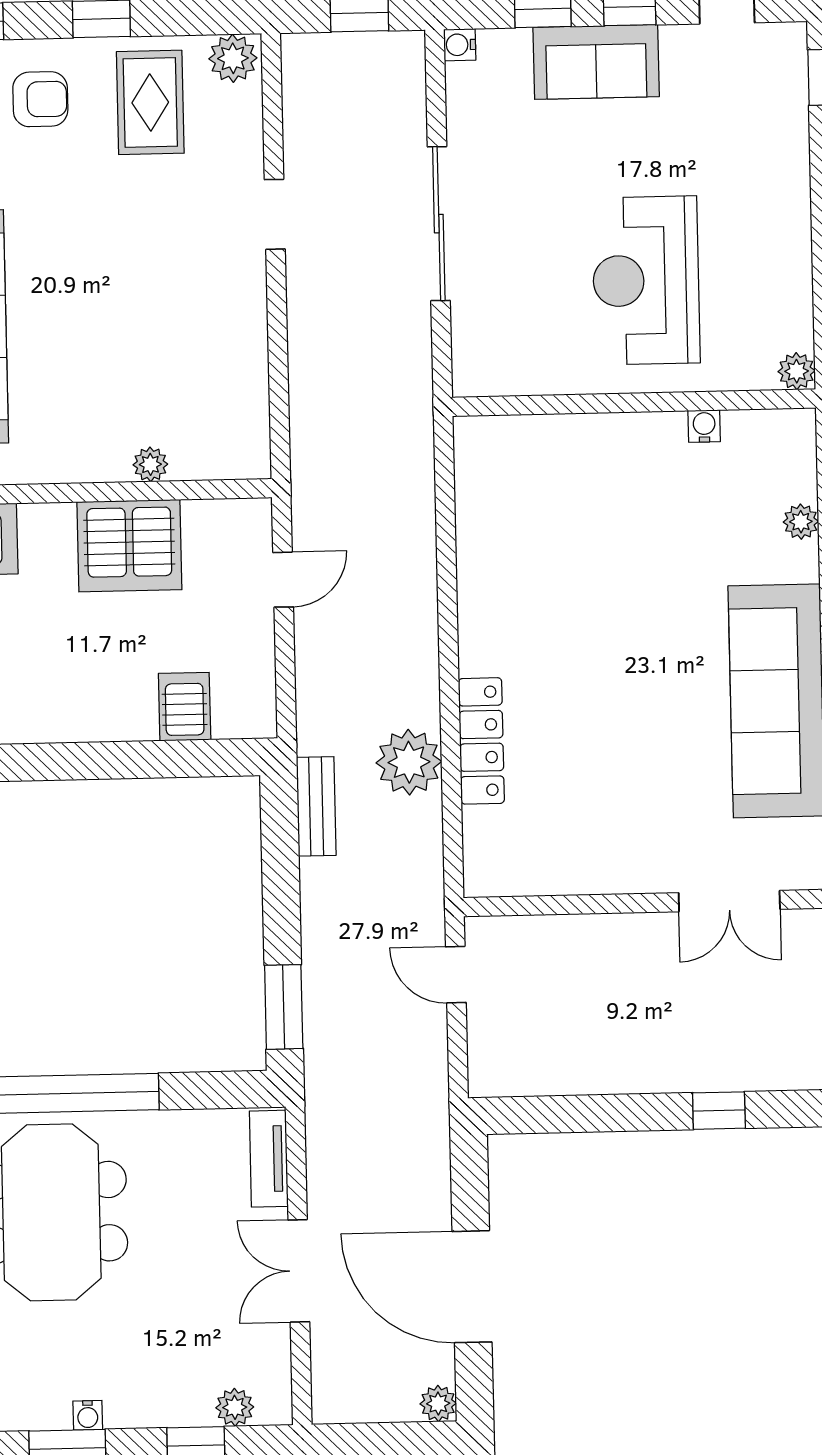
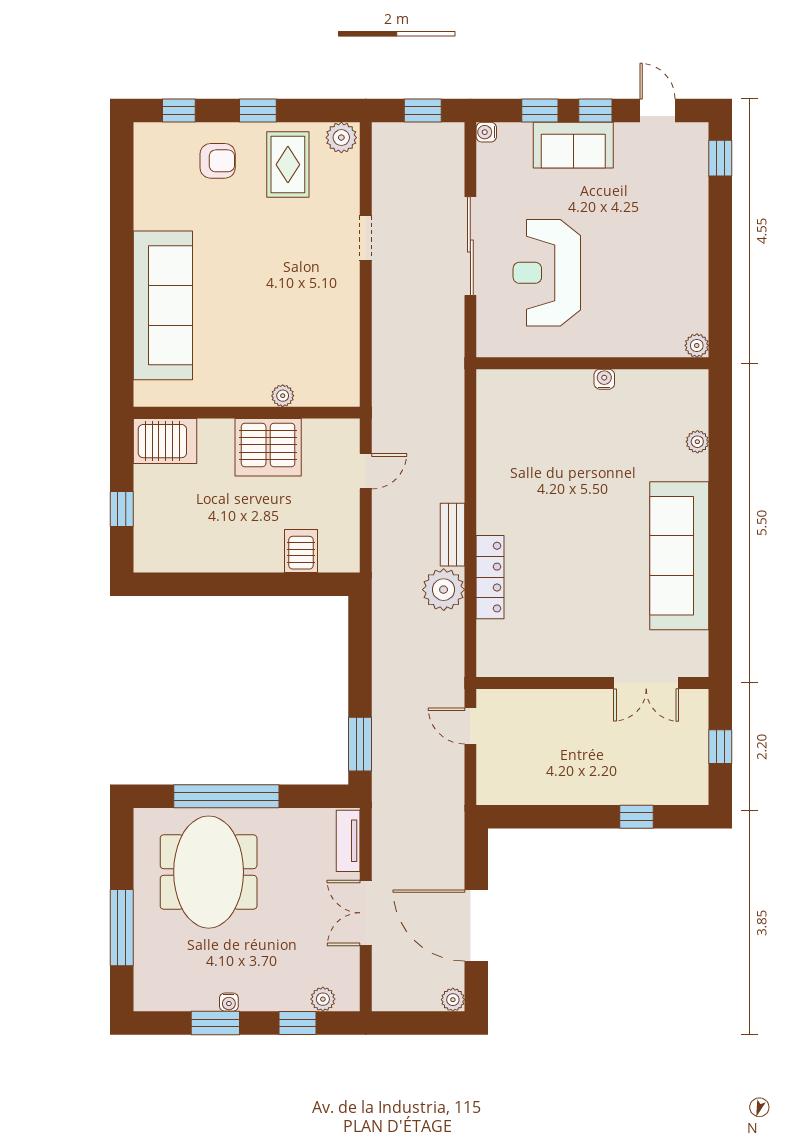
reception desk: (646, 280) -> (547, 273), moved
water cooler: (704, 426) -> (604, 379), moved
bench: (316, 806) -> (453, 535), moved

